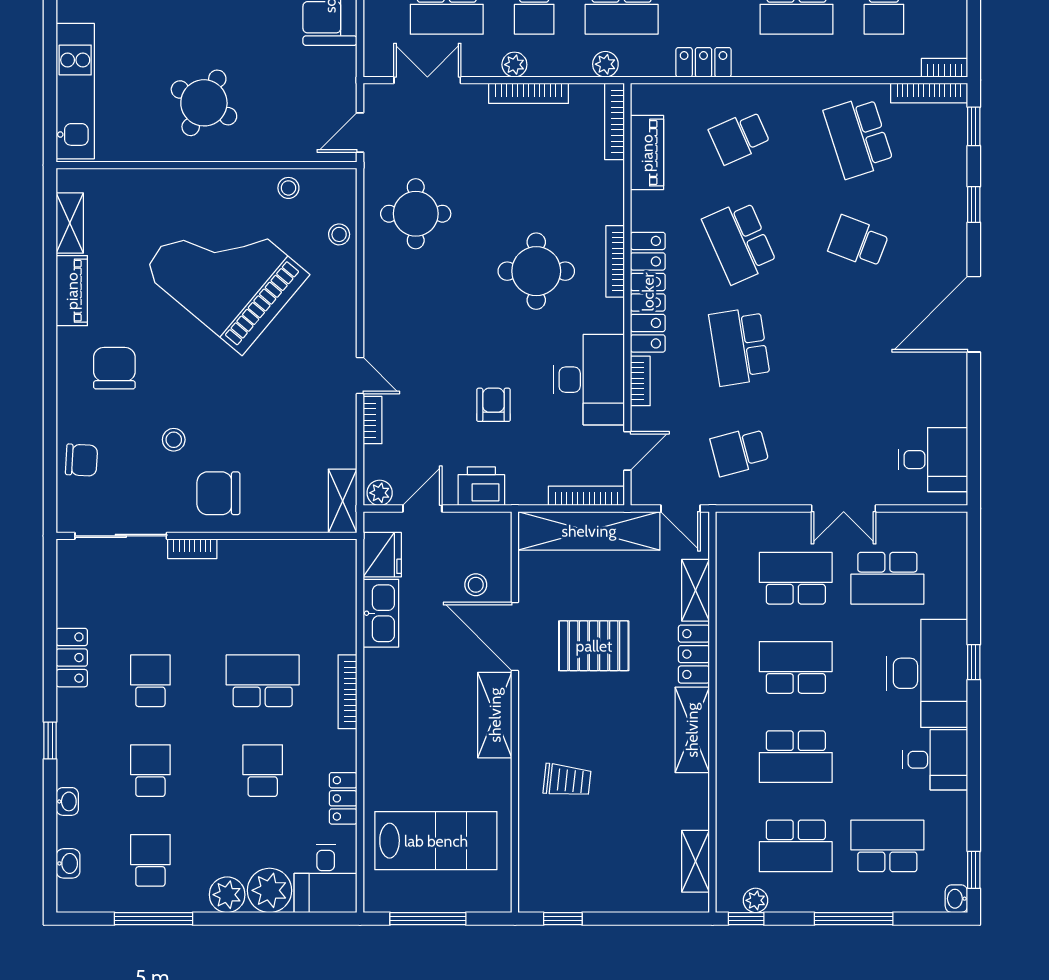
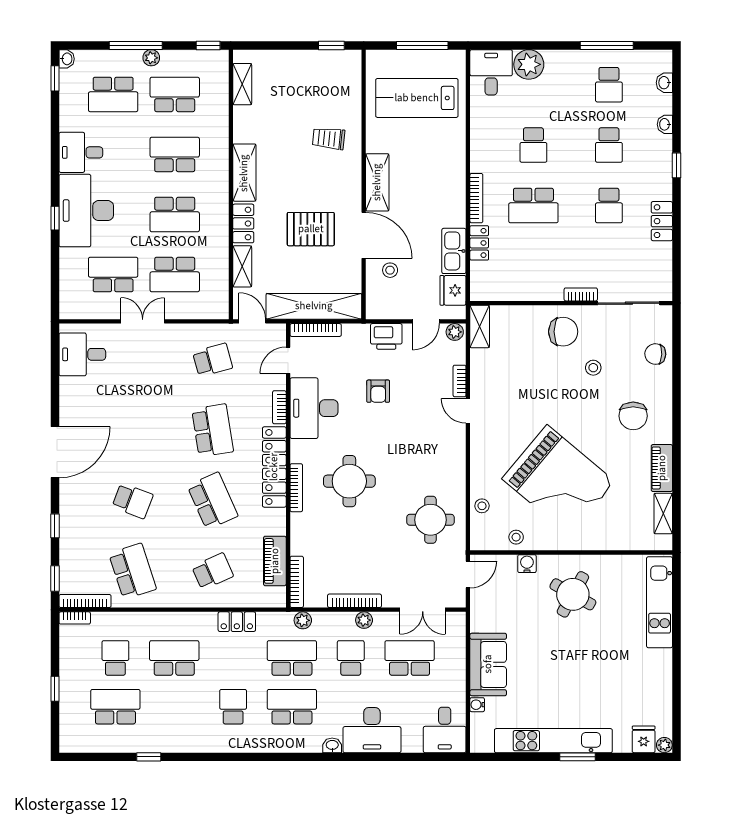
water cooler: (272, 149) -> (527, 564), added
locker: (343, 798) -> (479, 243), moved
plant: (227, 895) -> (557, 62), removed
plant: (756, 900) -> (151, 58), moved

